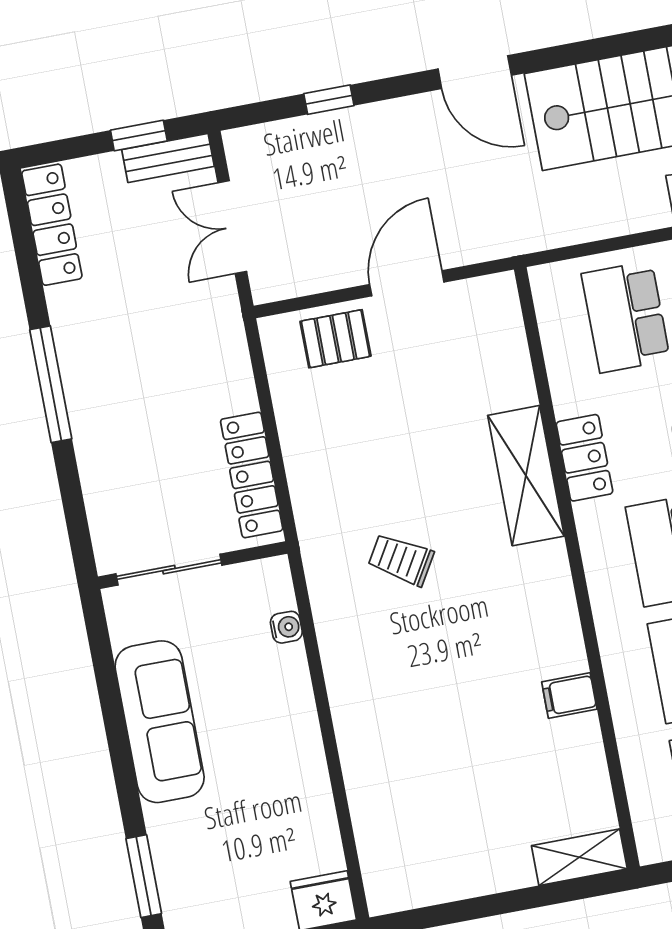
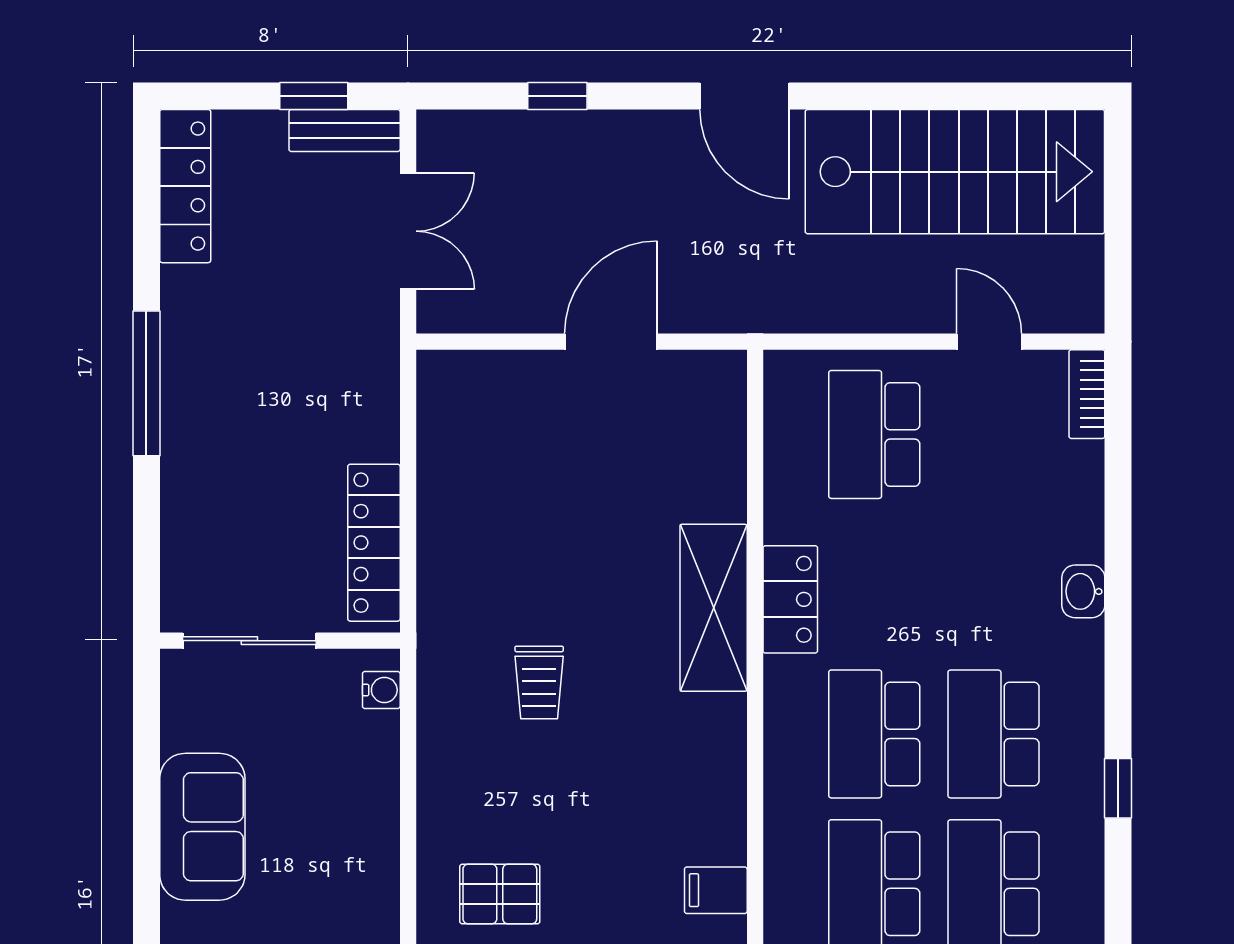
double door: (232, 227) -> (408, 231), swing flipped
pallet: (335, 339) -> (500, 894), moved
trolley: (401, 560) -> (539, 682), turned -121
water cooler: (286, 627) -> (381, 690), moved
sofa: (160, 722) -> (202, 827), width x0.73

